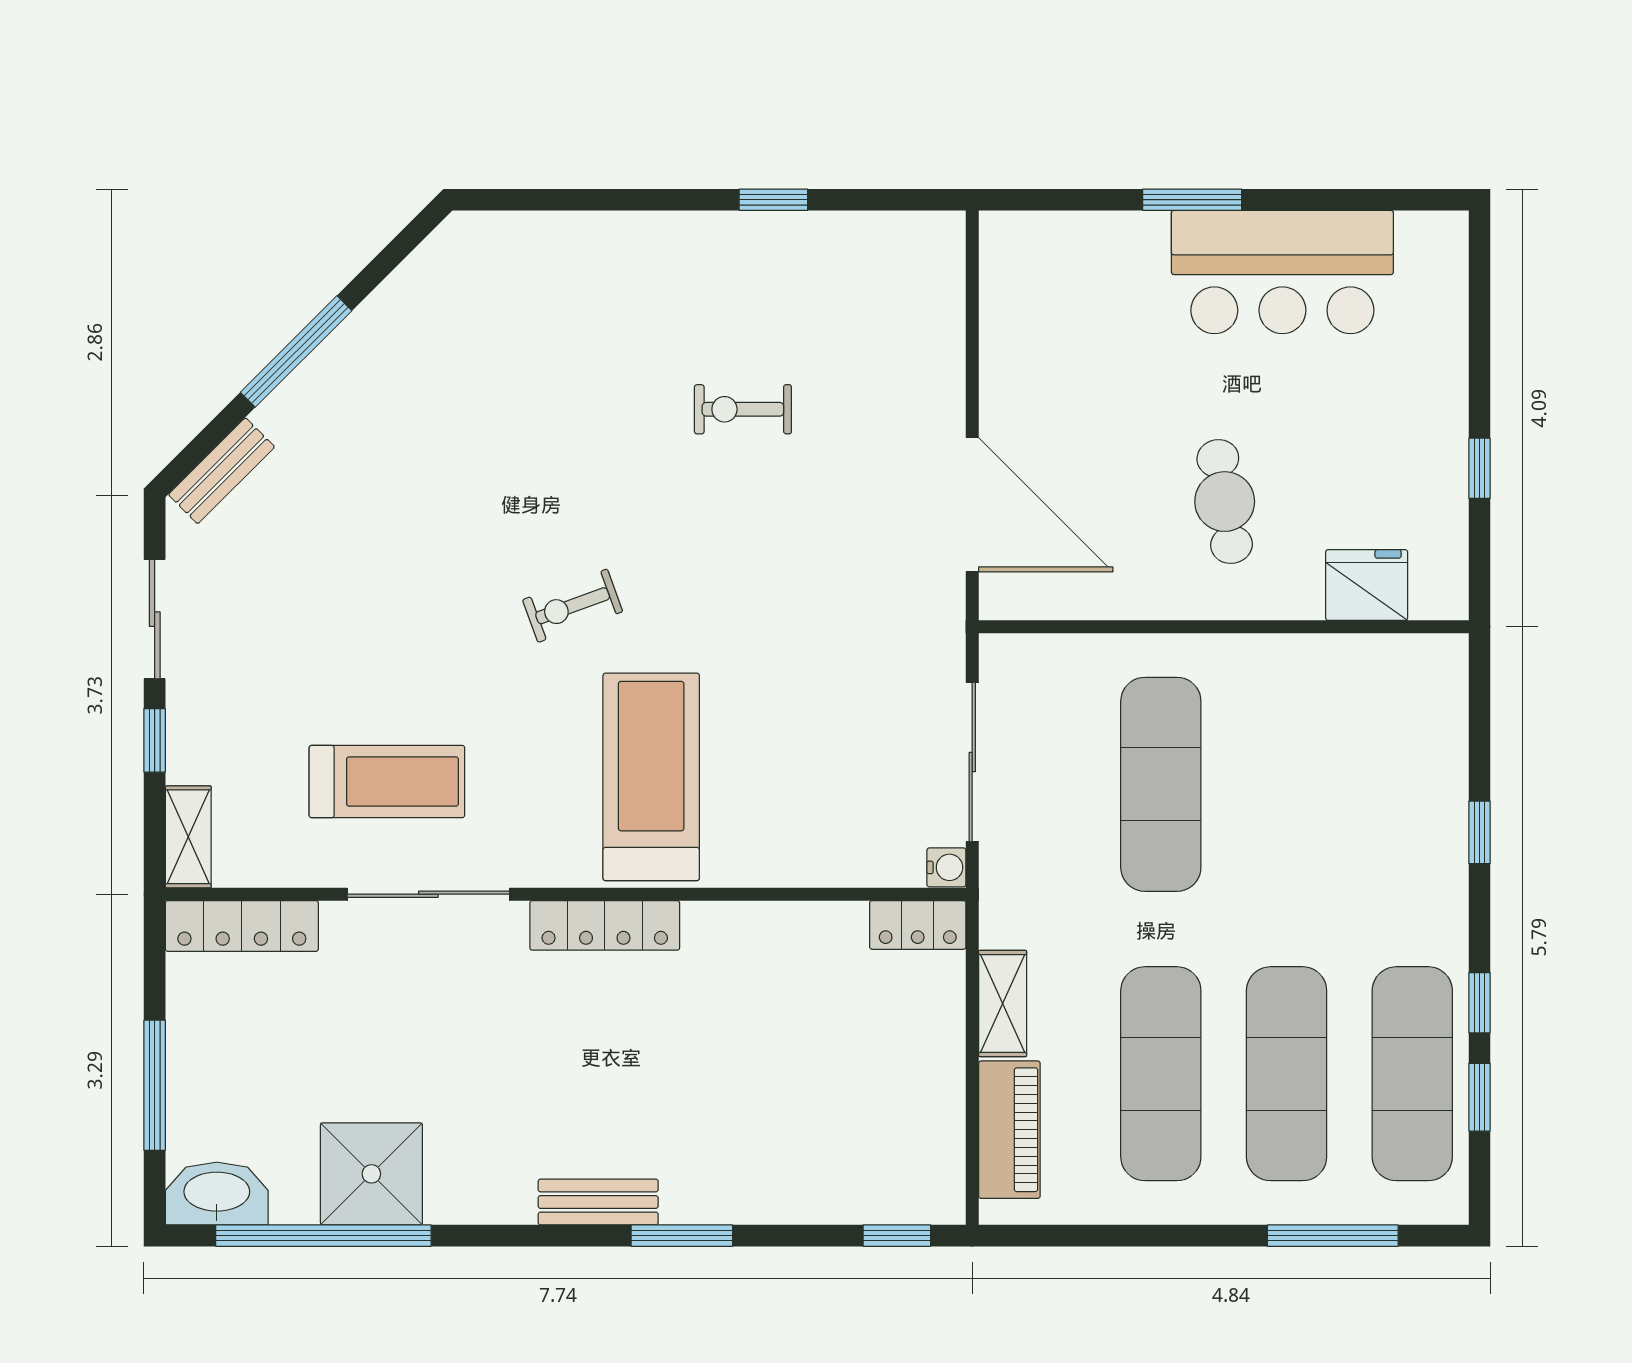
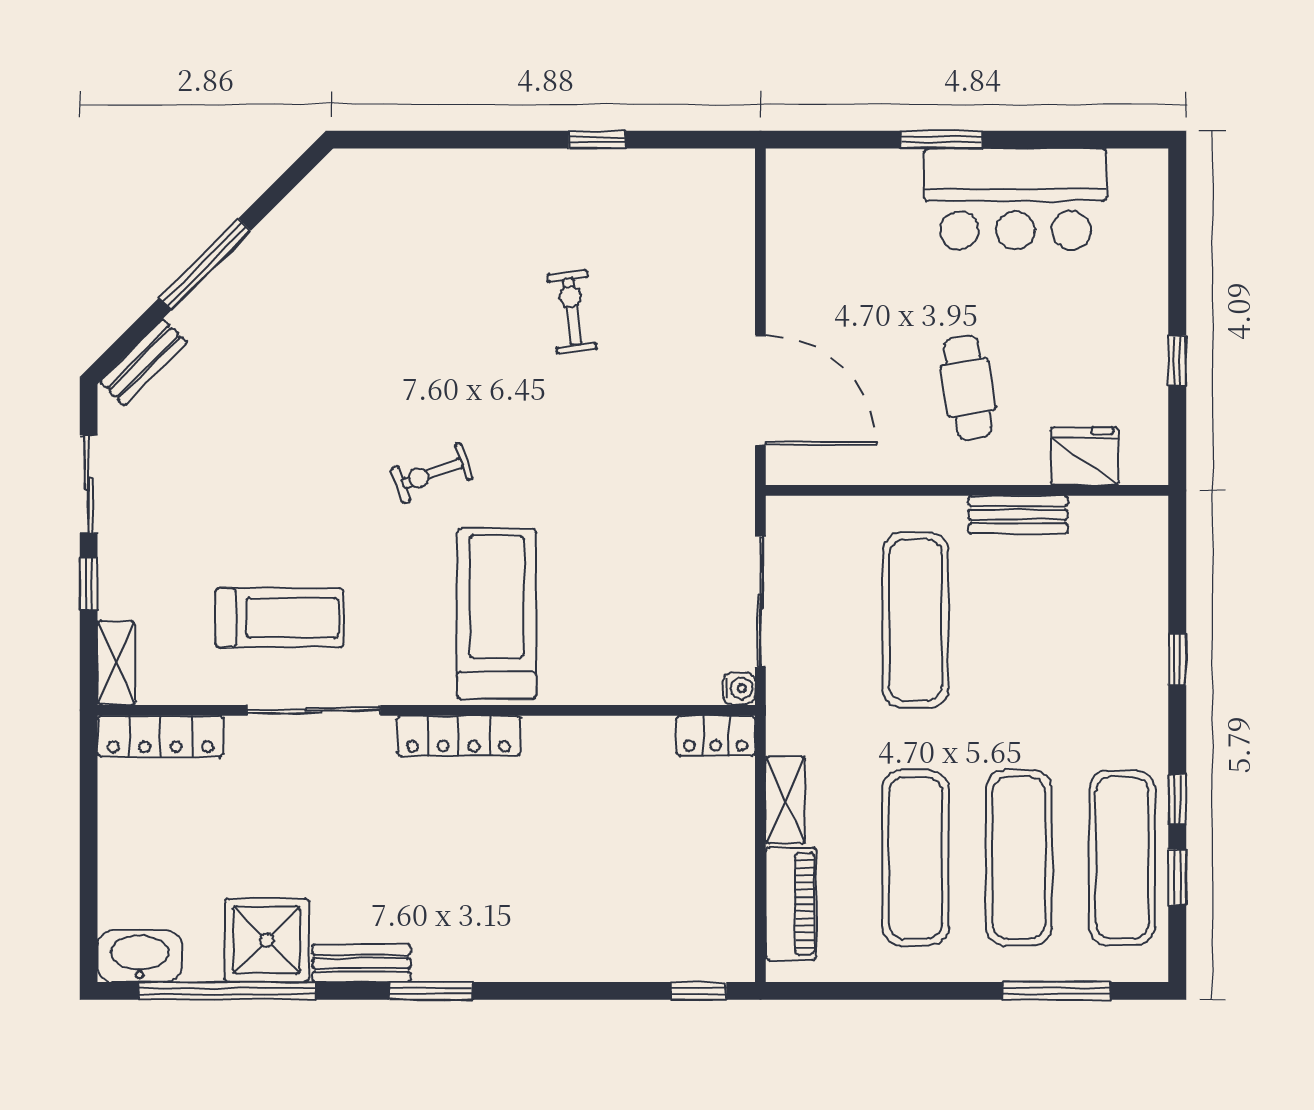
exercise bike: (743, 409) -> (572, 312), turned 83
bench: (1286, 656) -> (1018, 515), added
window: (155, 1085) -> (89, 867), removed
bench: (598, 1202) -> (361, 963), moved
window: (682, 1236) -> (431, 991), moved

